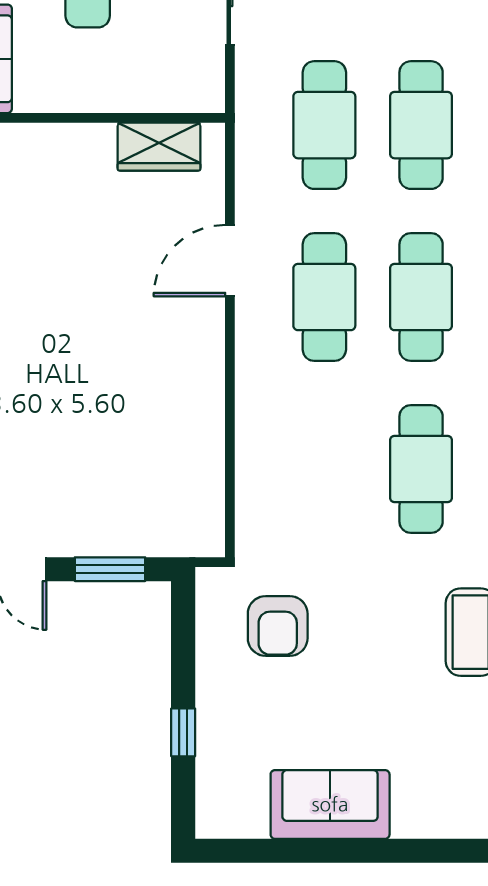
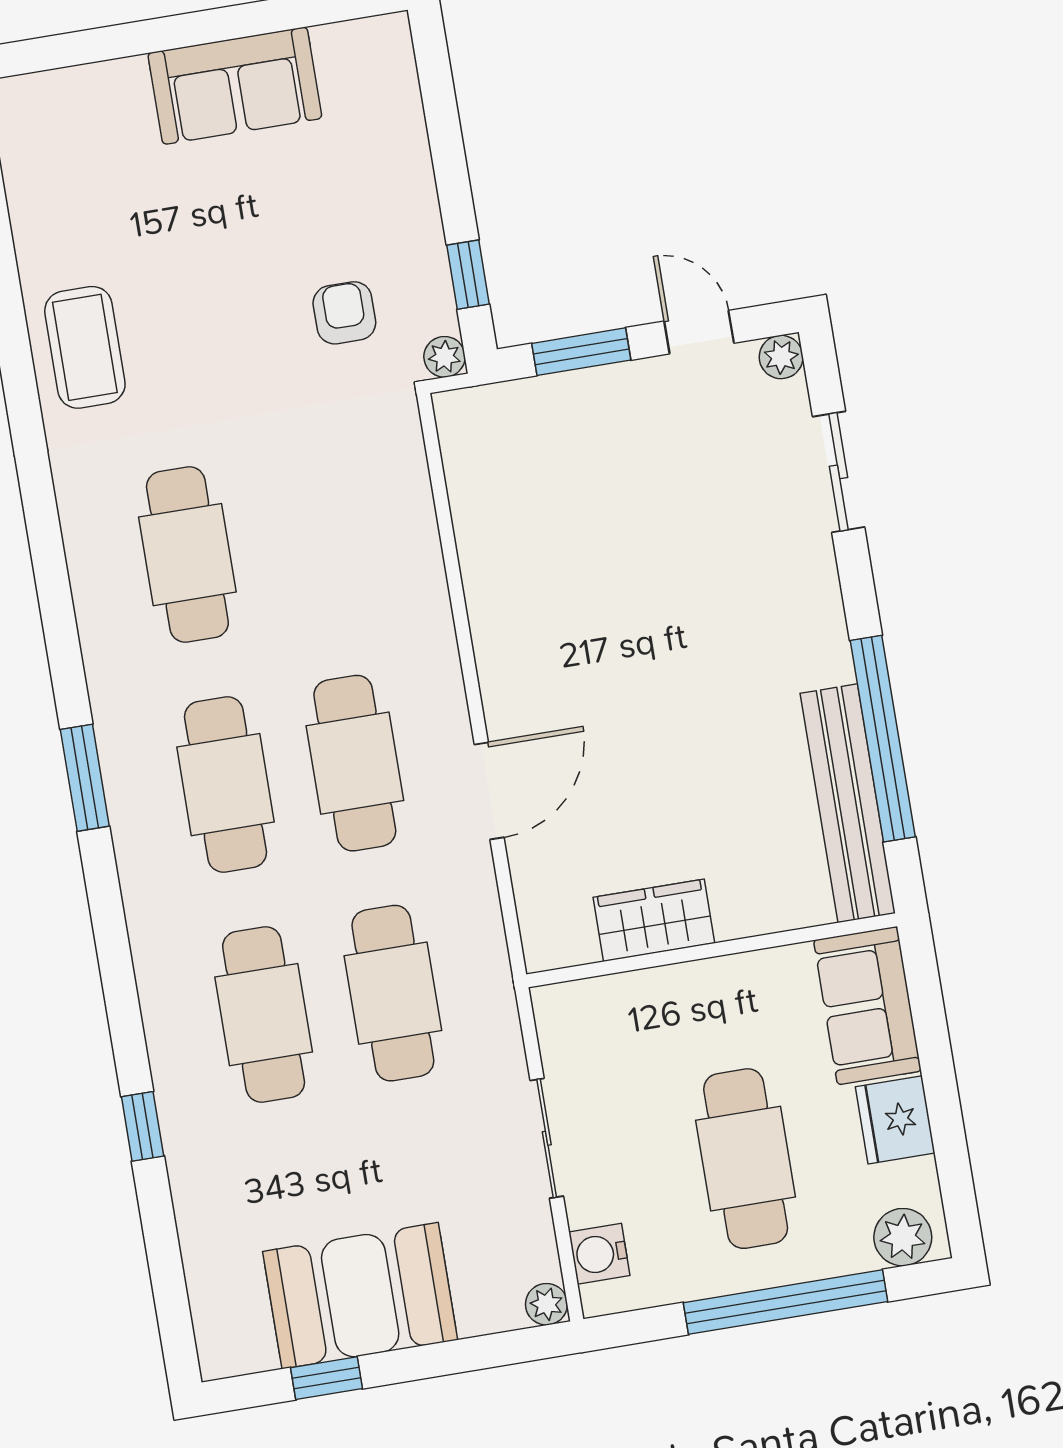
wardrobe: (159, 147) -> (654, 920), moved
plant: (210, 582) -> (444, 357), added
armchair: (278, 626) -> (344, 313), width x0.72, depth x0.72
window: (183, 732) -> (468, 275), moved

